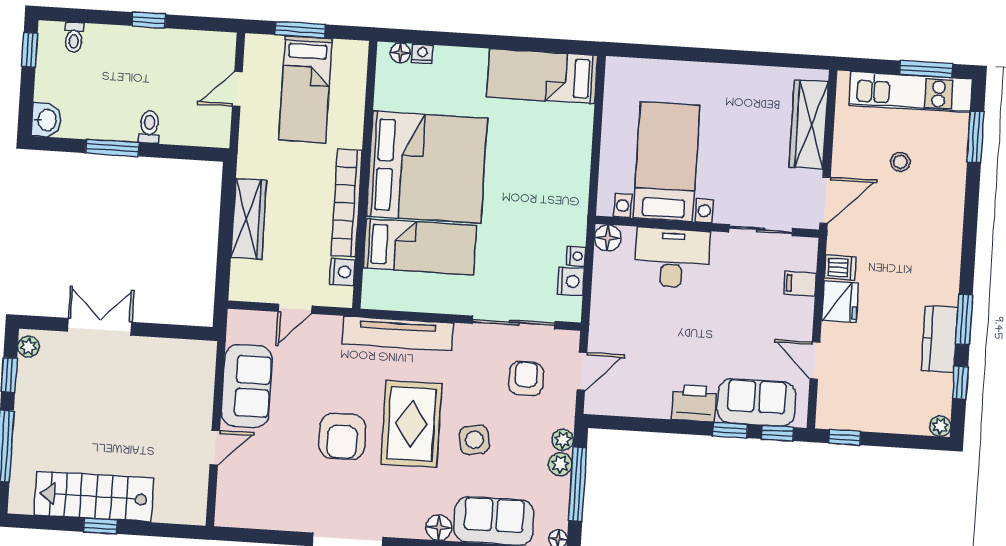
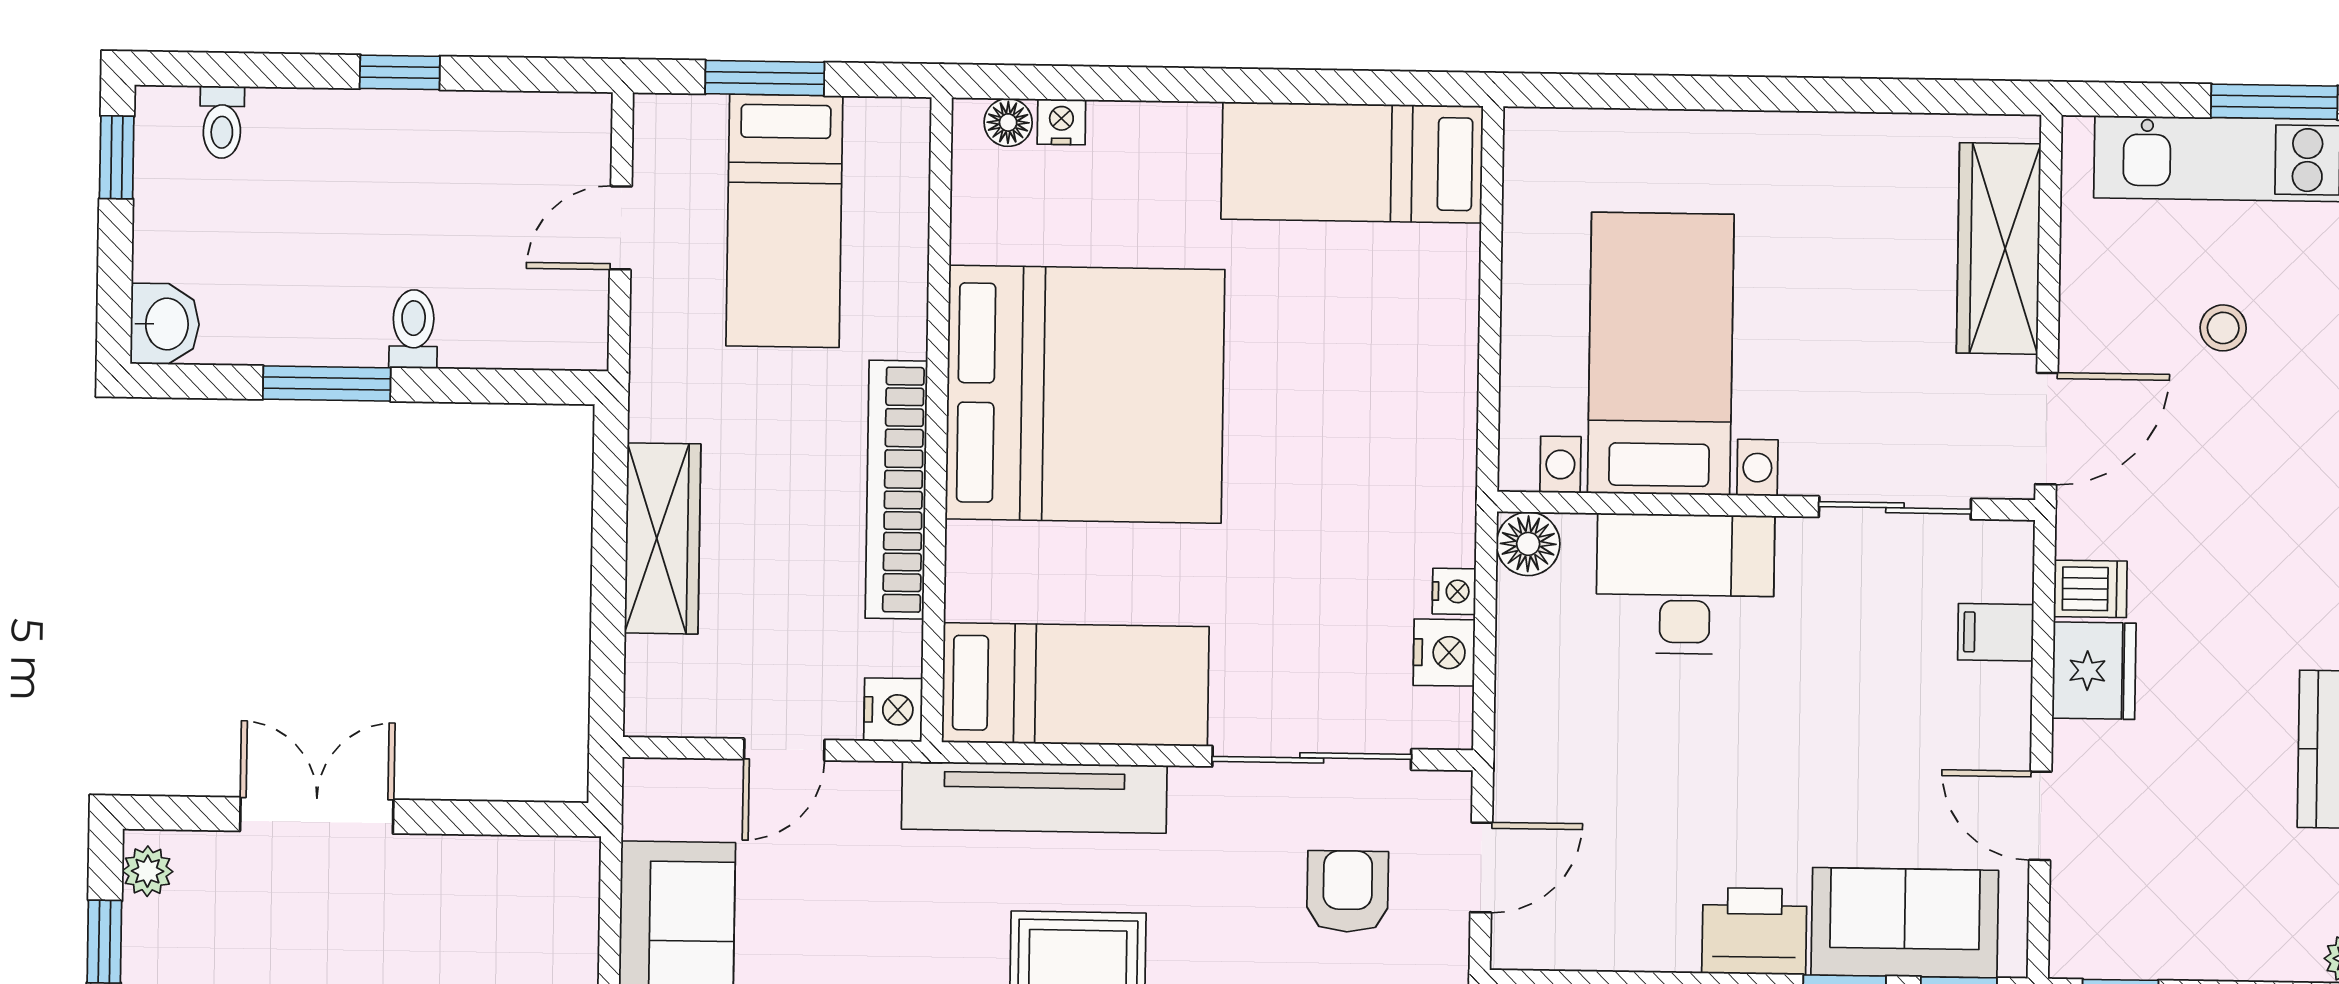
bed: (420, 247) -> (1075, 684), moved
nightstand: (342, 272) -> (893, 710), moved

